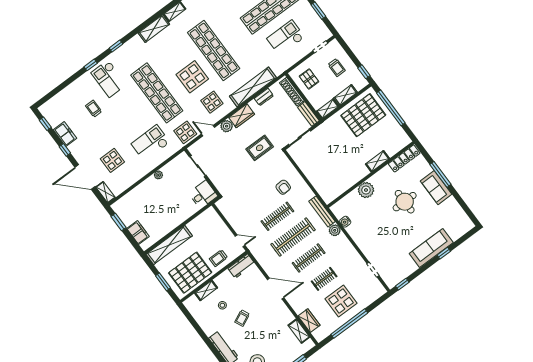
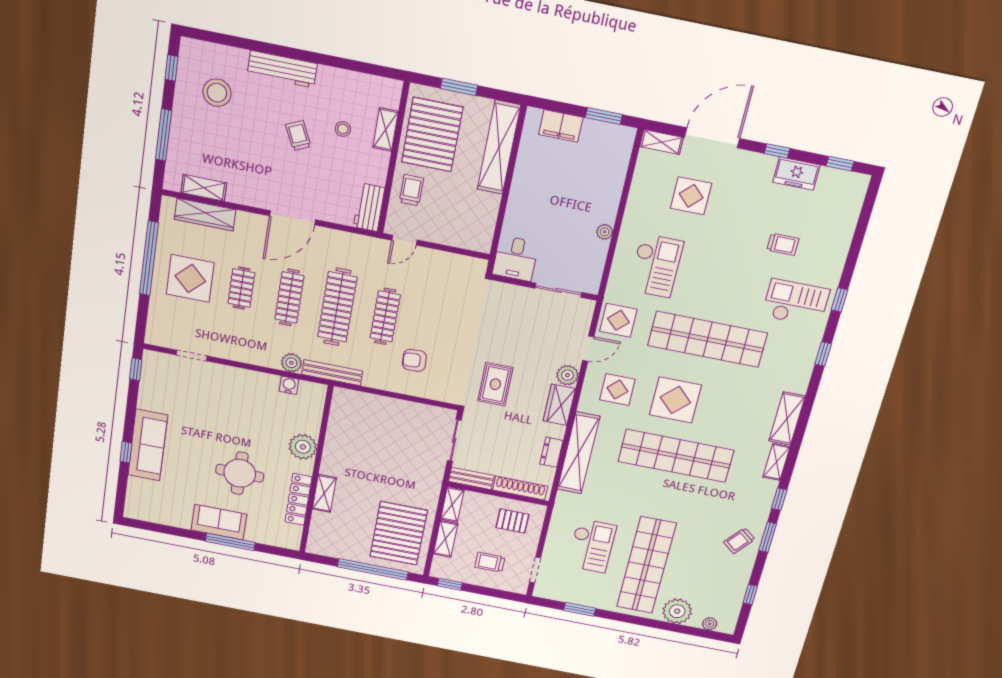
locker: (404, 158) -> (298, 499), moved
wardrobe: (309, 321) -> (205, 215), width x1.50

